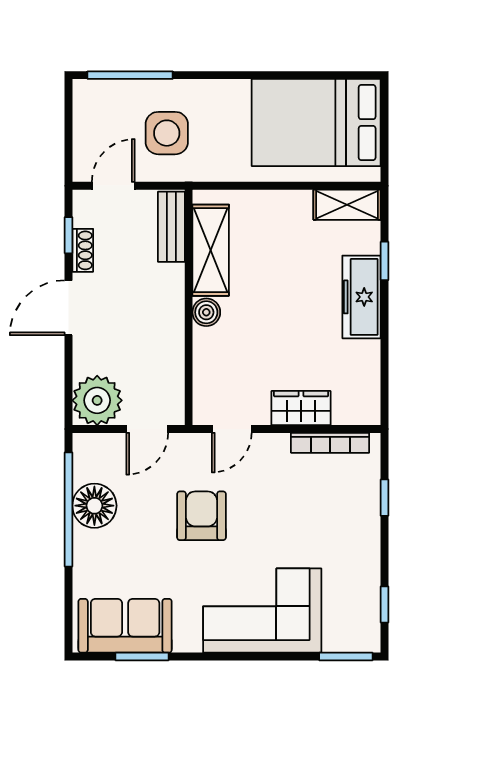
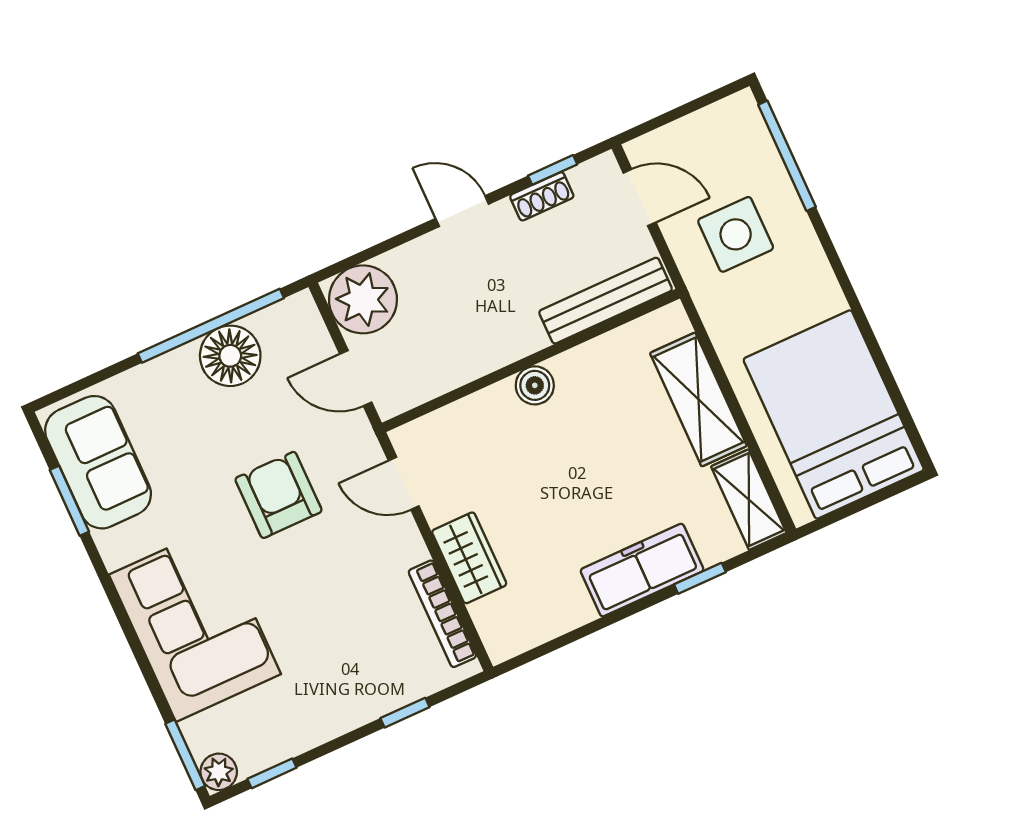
bench: (171, 227) -> (606, 301), width x1.36
shelving: (211, 250) -> (698, 399), moved, turned 90
door: (69, 308) -> (462, 211), width x0.73
armchair: (201, 516) -> (278, 495), turned -90
plant: (367, 639) -> (219, 772), added

